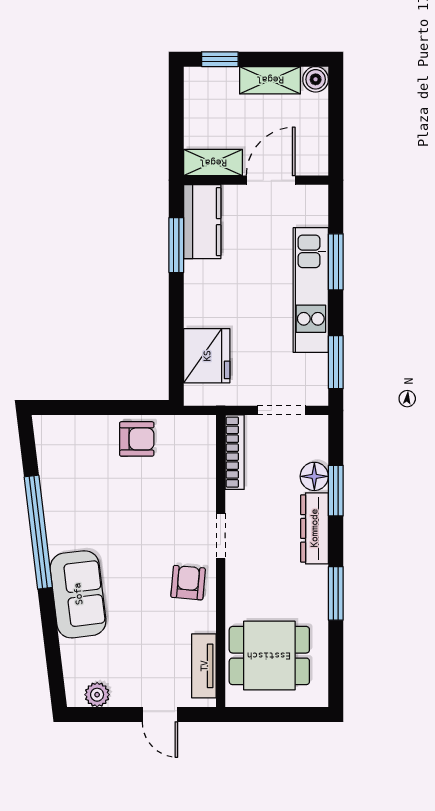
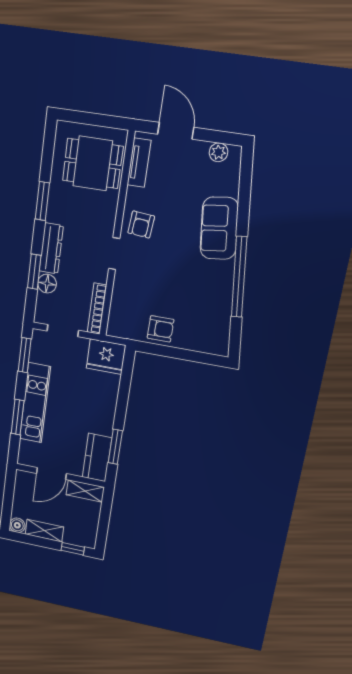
fridge: (207, 356) -> (106, 357), moved, turned -90
armchair: (137, 439) -> (160, 329), turned 180
door: (160, 714) -> (176, 131), width x1.38

